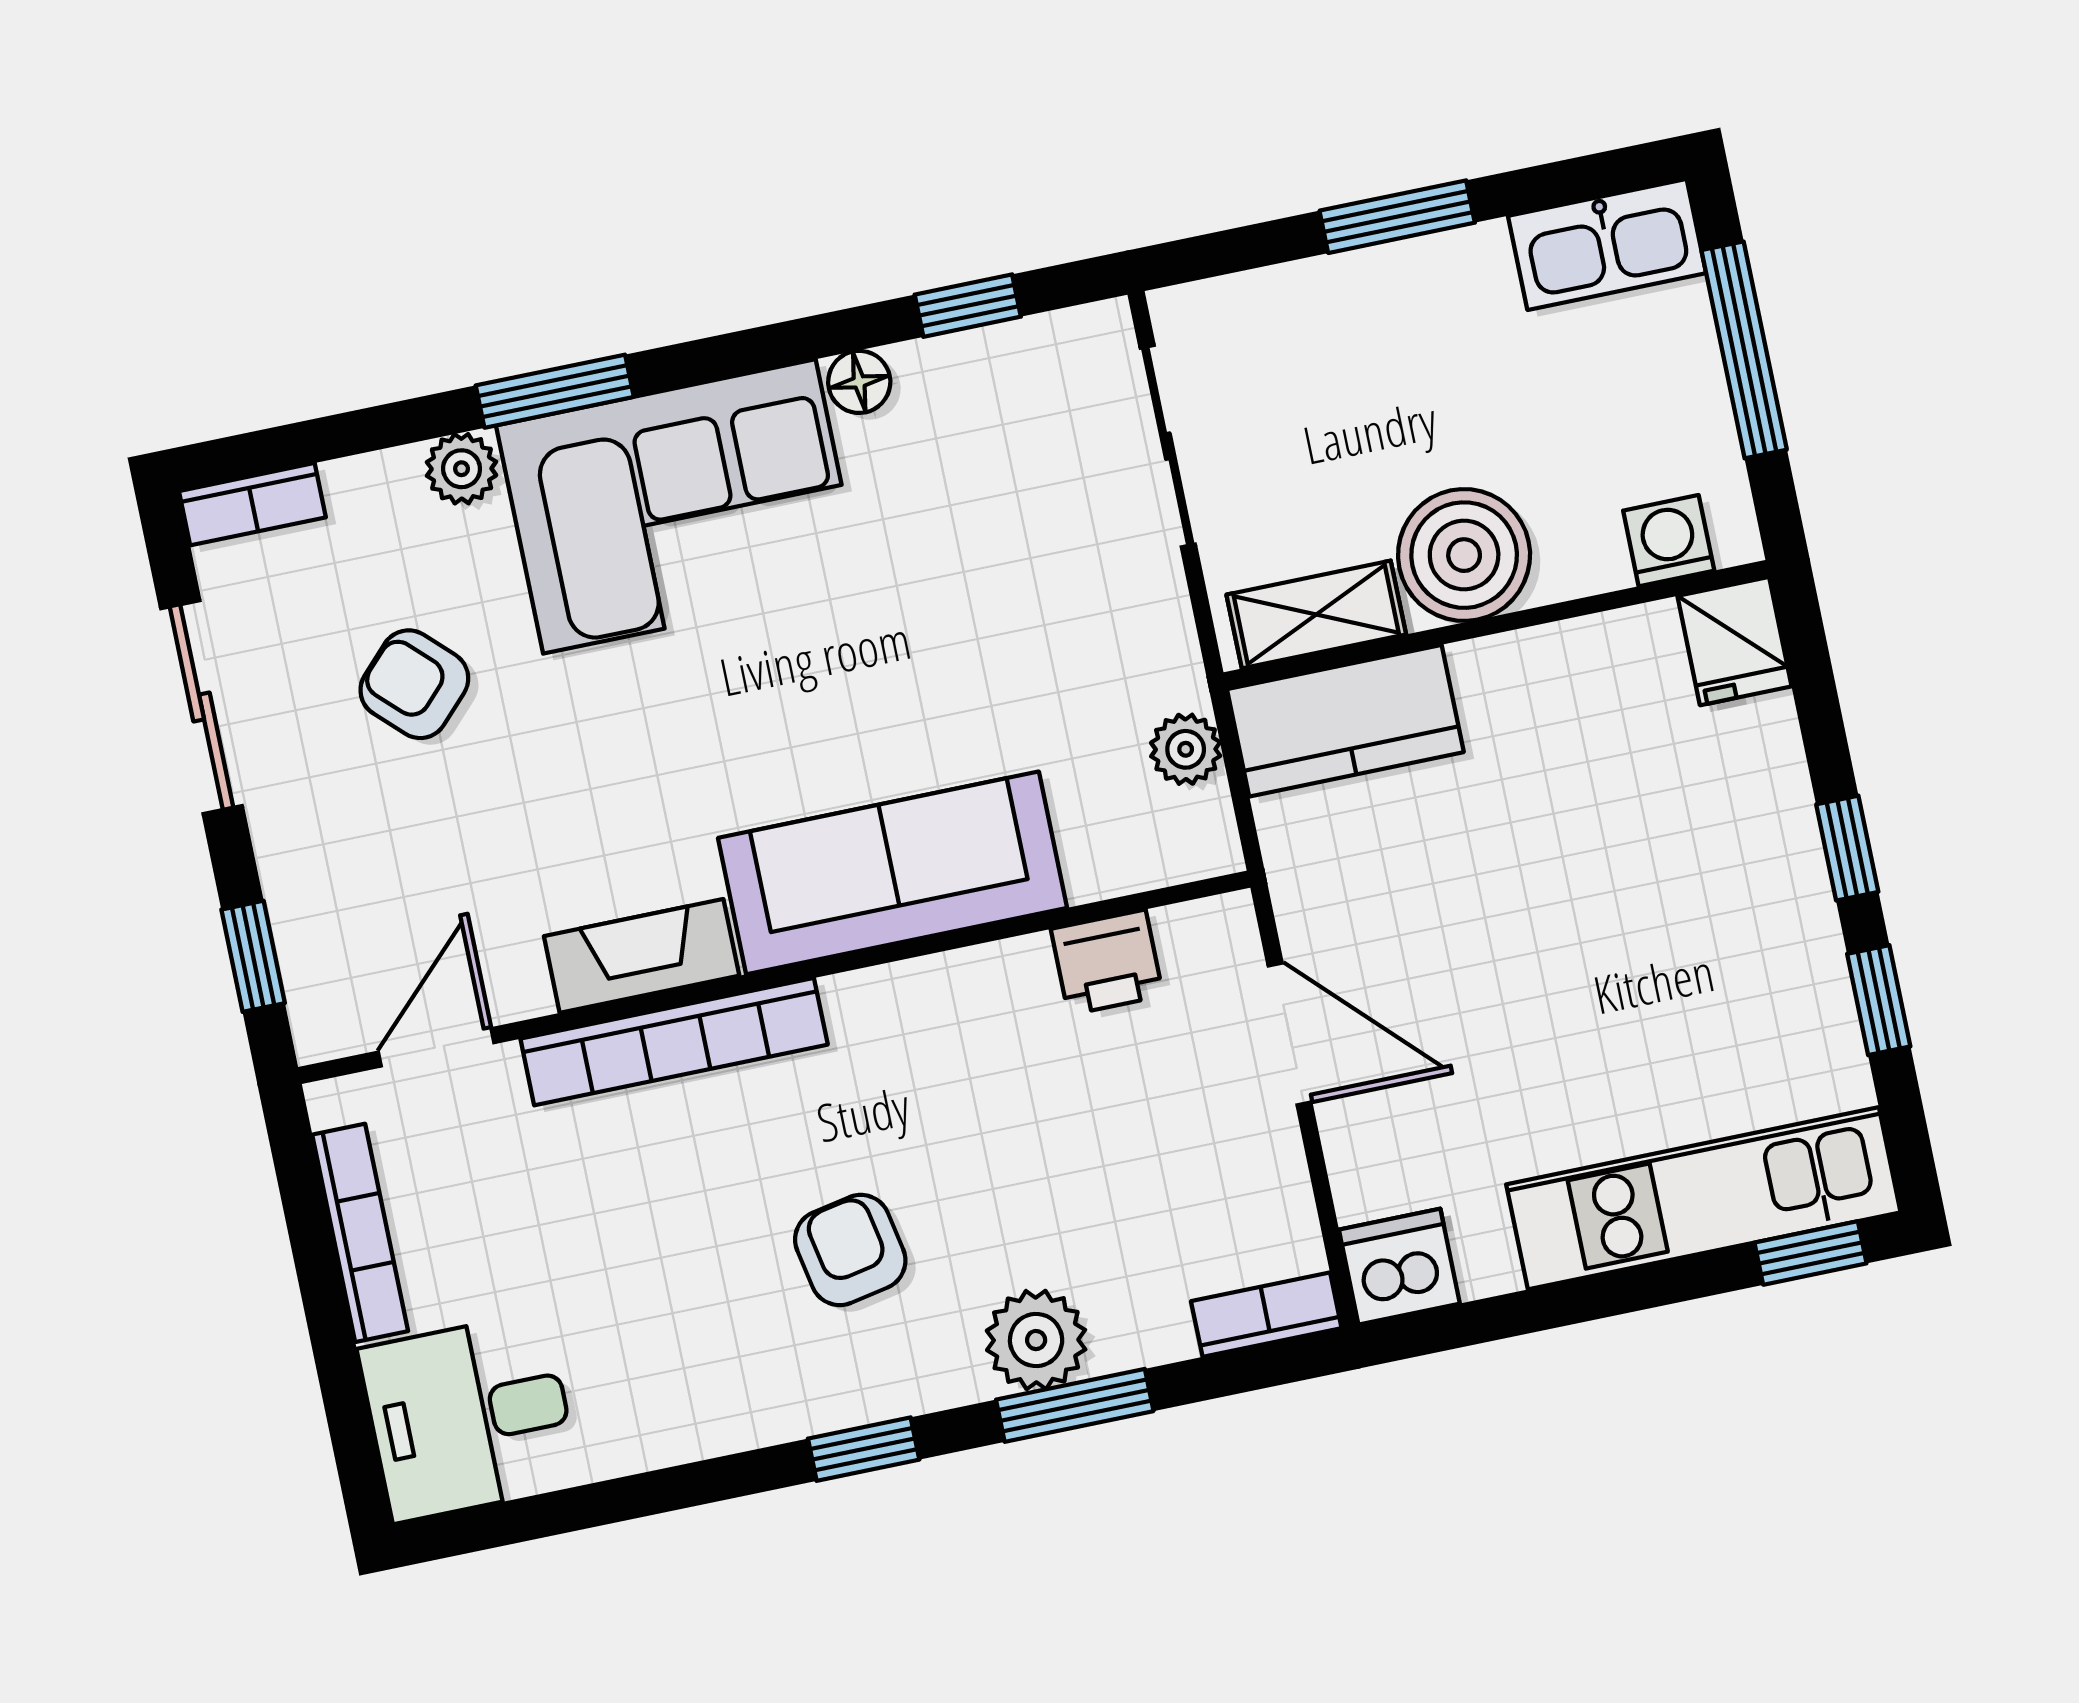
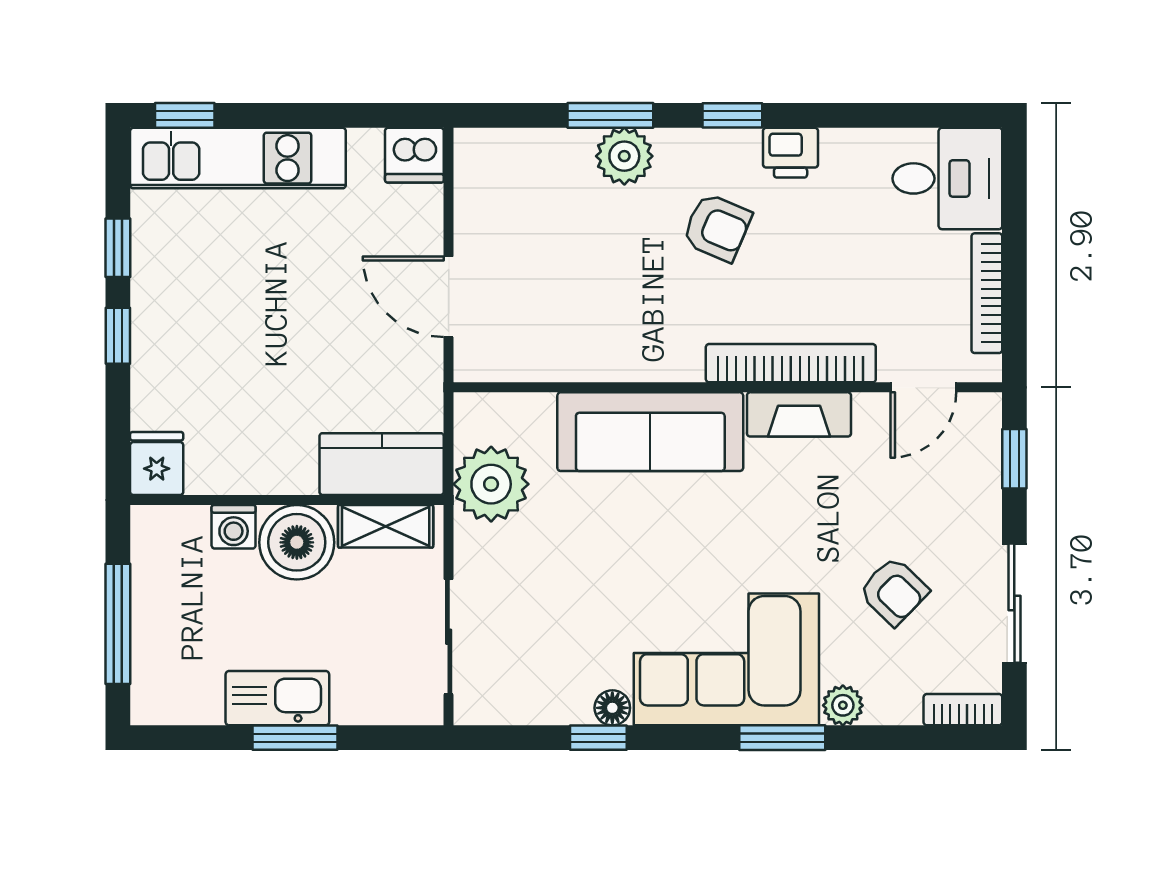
kitchen sink: (1607, 244) -> (277, 698), moved
window: (968, 306) -> (598, 738), moved
washing machine: (1669, 541) -> (234, 527), moved
plant: (1186, 749) -> (491, 484), width x1.87, depth x1.87
printer: (1107, 962) -> (791, 153), moved, turned 180
armchair: (850, 1250) -> (717, 227), turned -56
bookcase: (1266, 1315) -> (494, 144), removed

